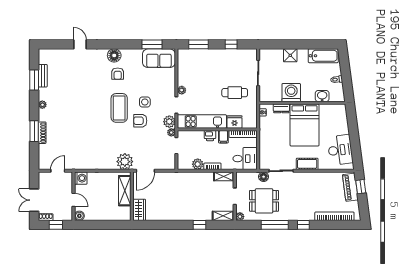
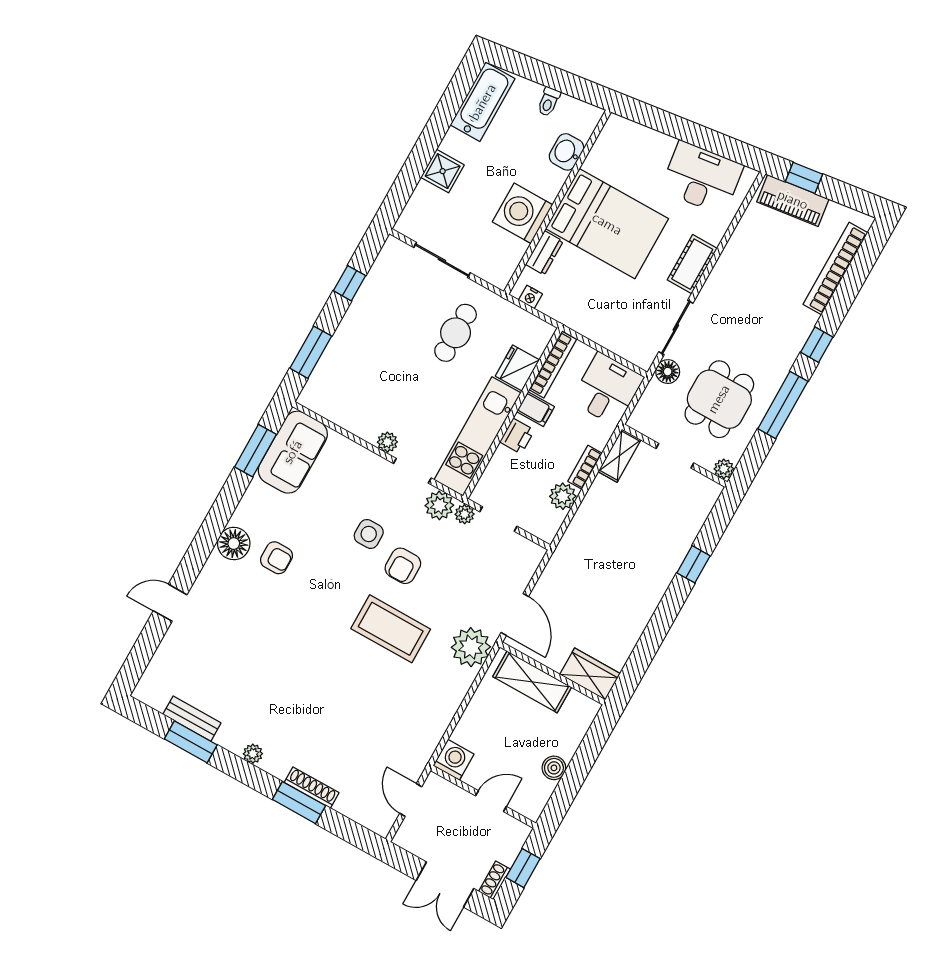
coffee table: (119, 108) -> (391, 629), moved
boiler: (79, 216) -> (554, 768), moved
shelving: (223, 216) -> (702, 504), removed

